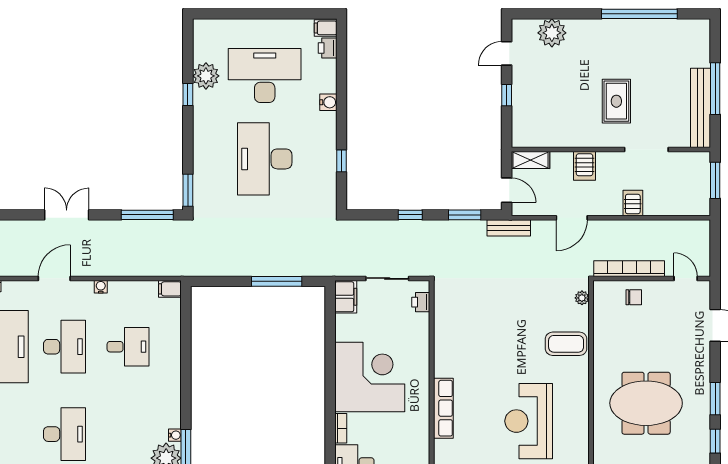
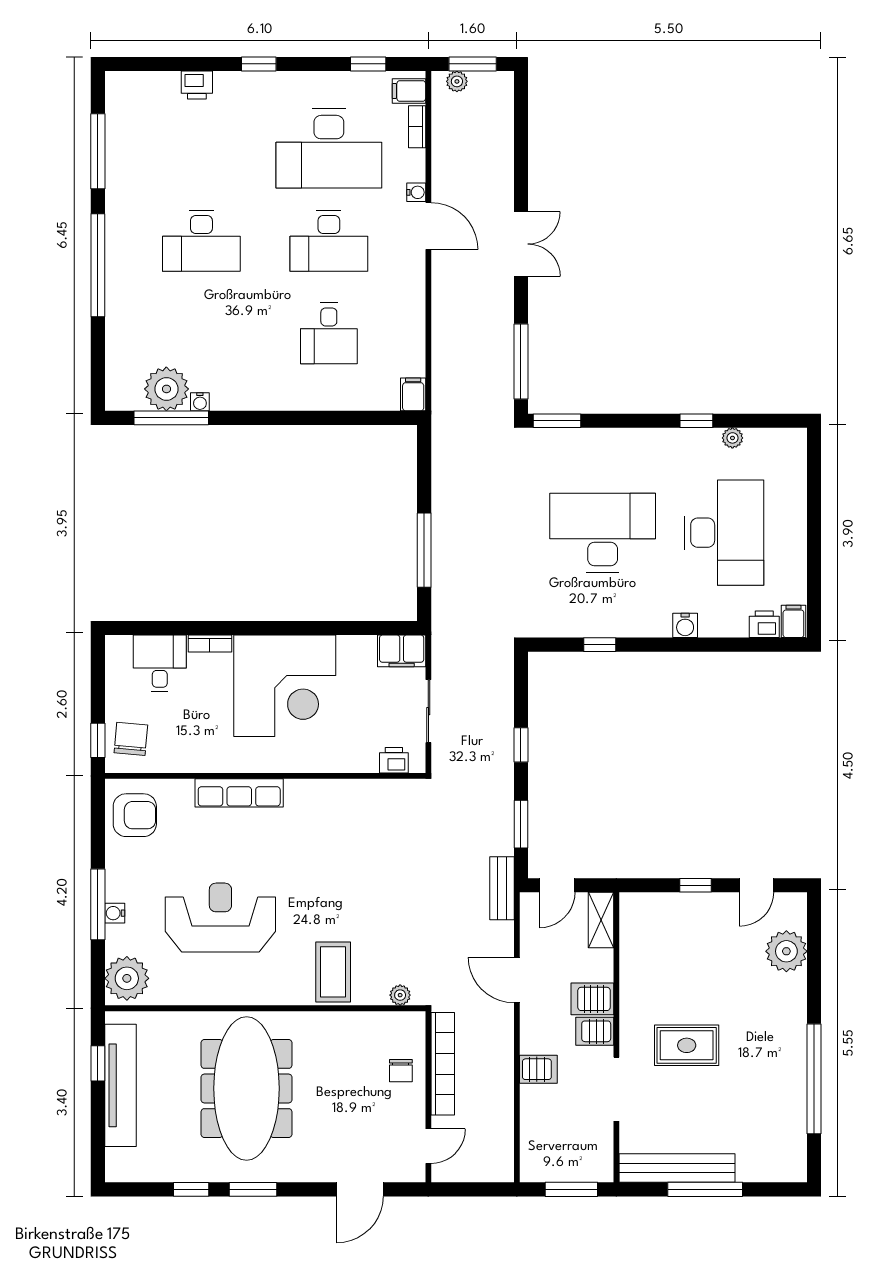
door: (507, 53) -> (757, 885), swing flipped
plant: (206, 76) -> (732, 438), width x0.53, depth x0.53
server rack: (607, 164) -> (595, 1031), added
water cooler: (101, 287) -> (416, 192), moved
meeting table: (646, 403) -> (247, 1088), width x1.36

